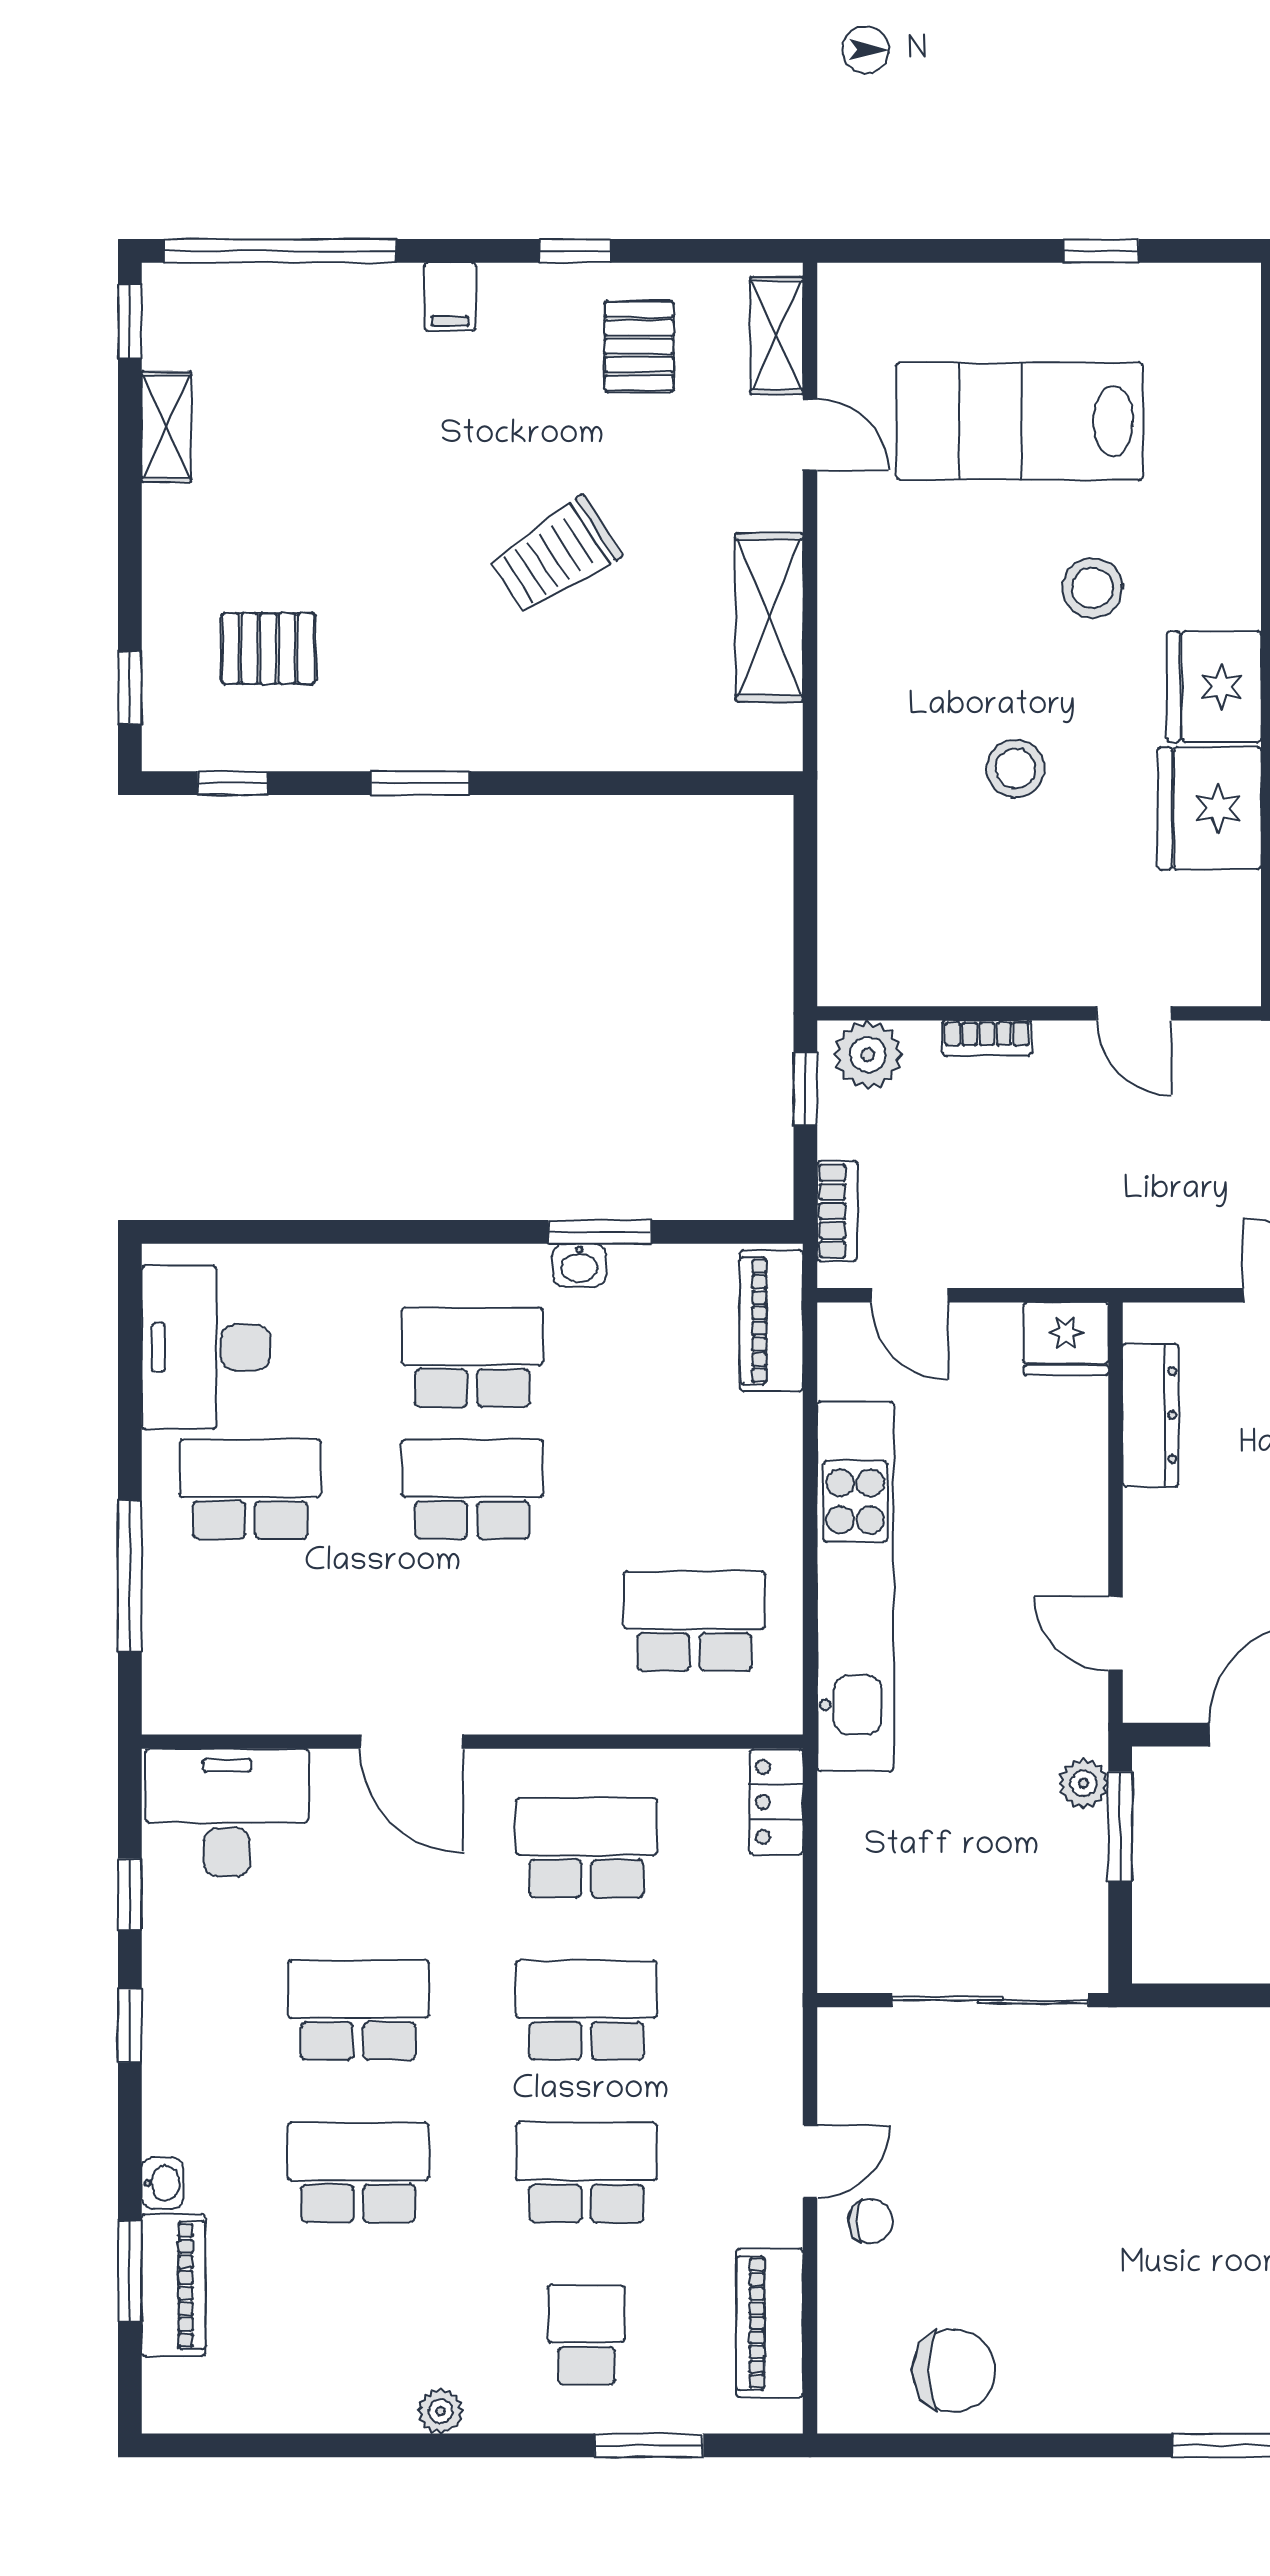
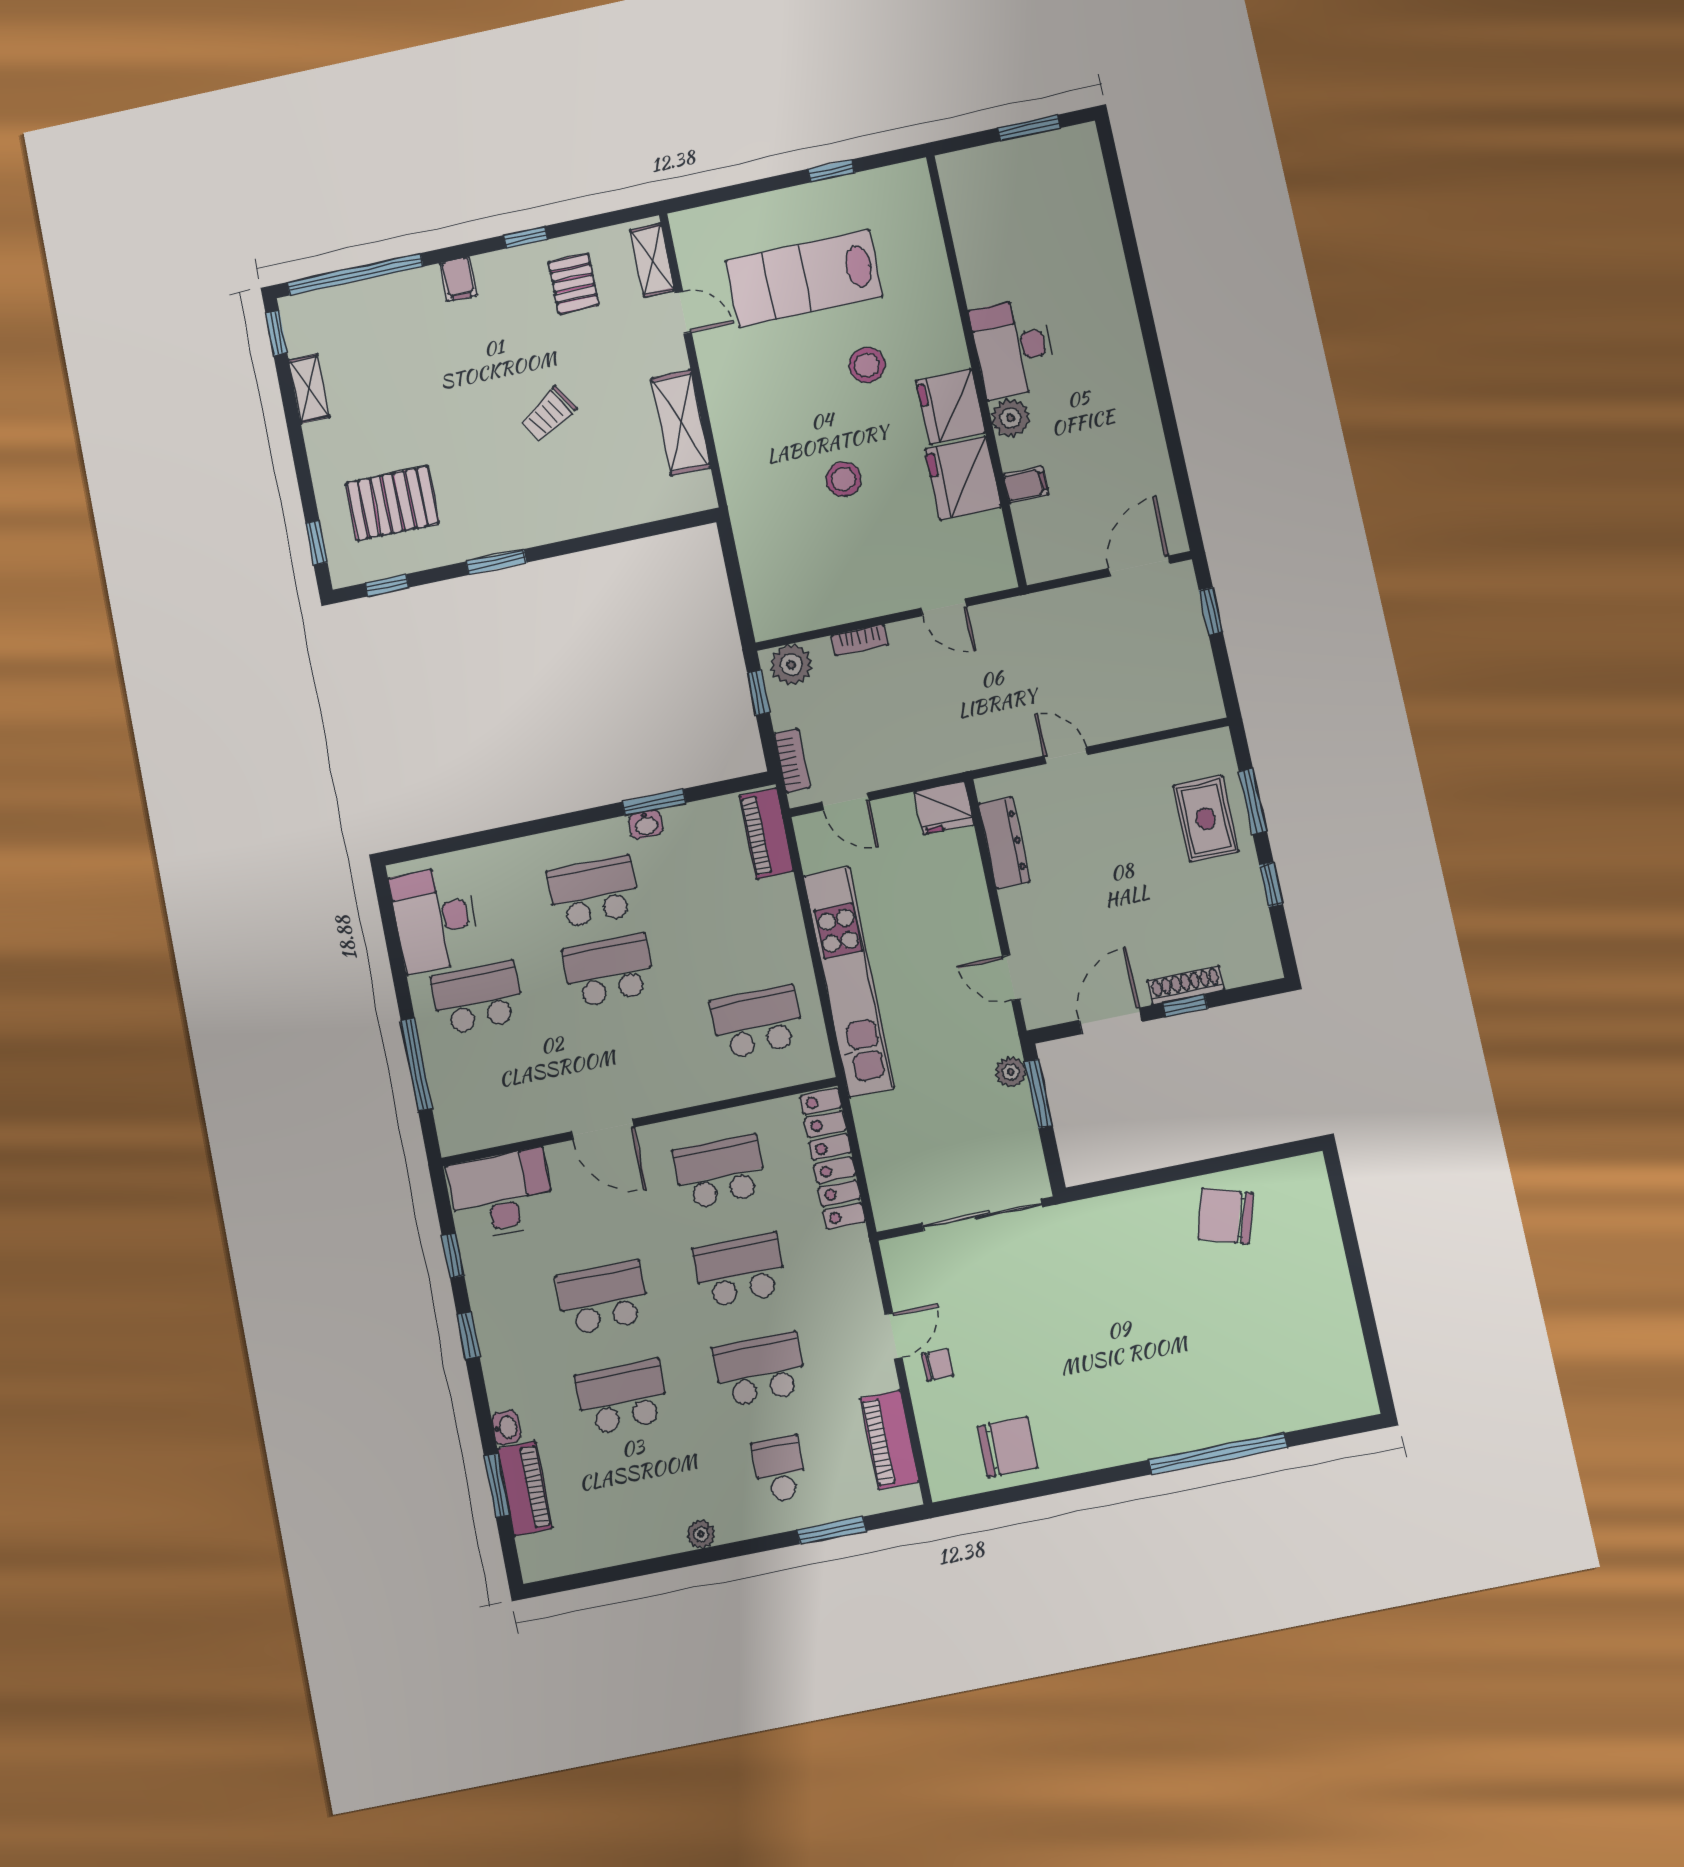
trolley: (555, 556) -> (549, 414), width x0.73, depth x0.72
pallet: (268, 649) -> (393, 503), width x1.50, depth x1.42
locker: (776, 1802) -> (832, 1159), width x2.16, depth x1.21

